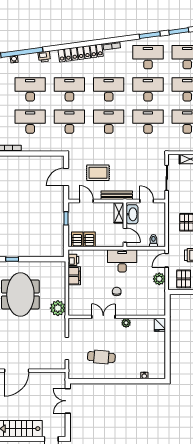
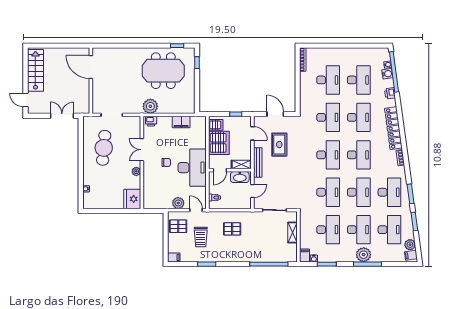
water cooler: (24, 59) -> (387, 74), added
door: (86, 201) -> (252, 133), hinge flipped
server rack: (89, 239) -> (219, 143), width x2.18, depth x1.44
printer: (73, 260) -> (151, 121), moved
desk: (122, 261) -> (192, 168), width x1.36, depth x1.30
double door: (103, 317) -> (142, 150), swing flipped
fridge: (160, 325) -> (132, 199), width x1.88, depth x1.34
cafe table: (101, 357) -> (104, 148), width x1.37, depth x1.35

